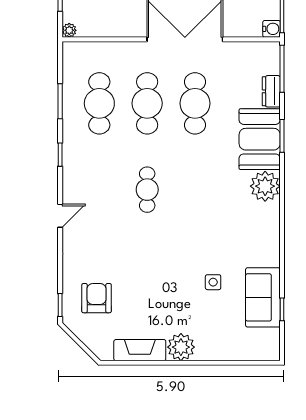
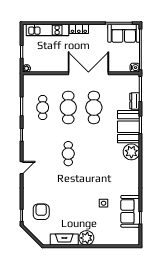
cafe table: (99, 103) -> (43, 107), width x0.73, depth x0.74

